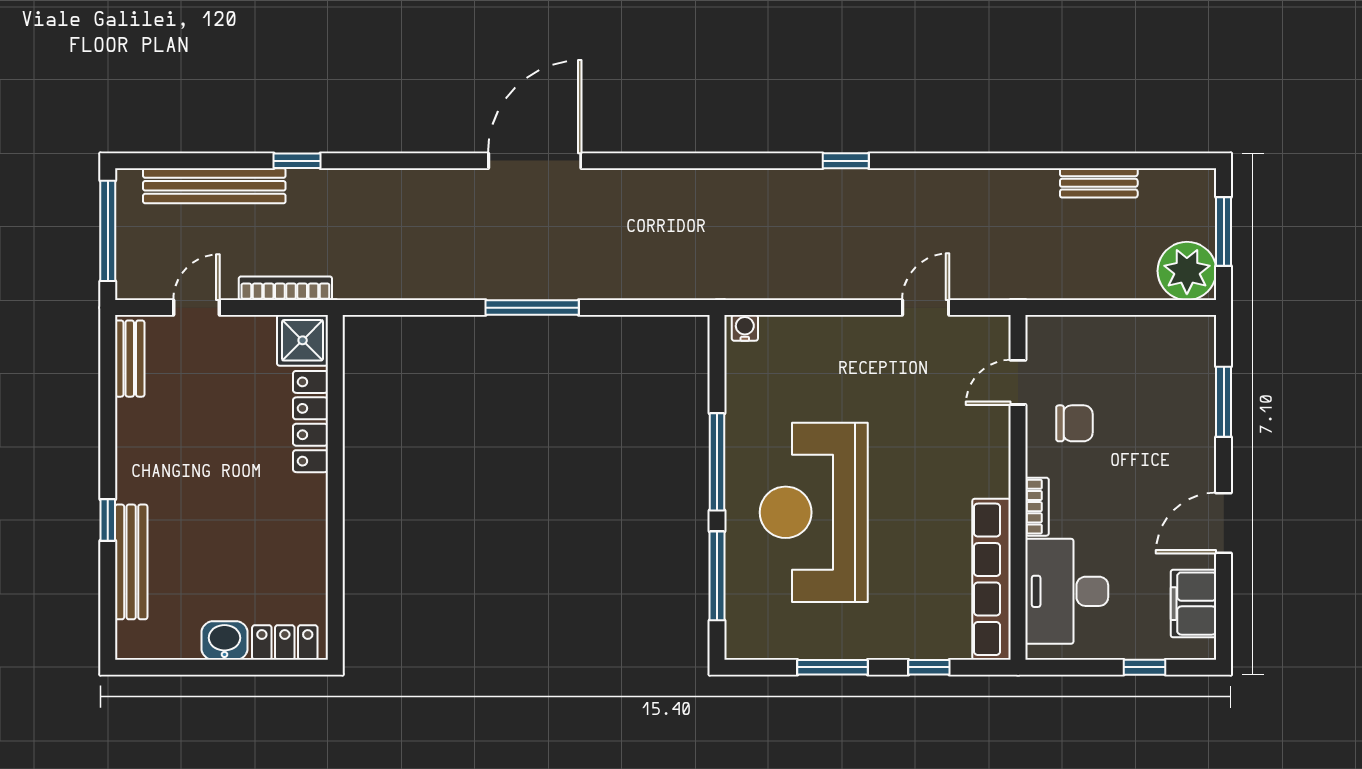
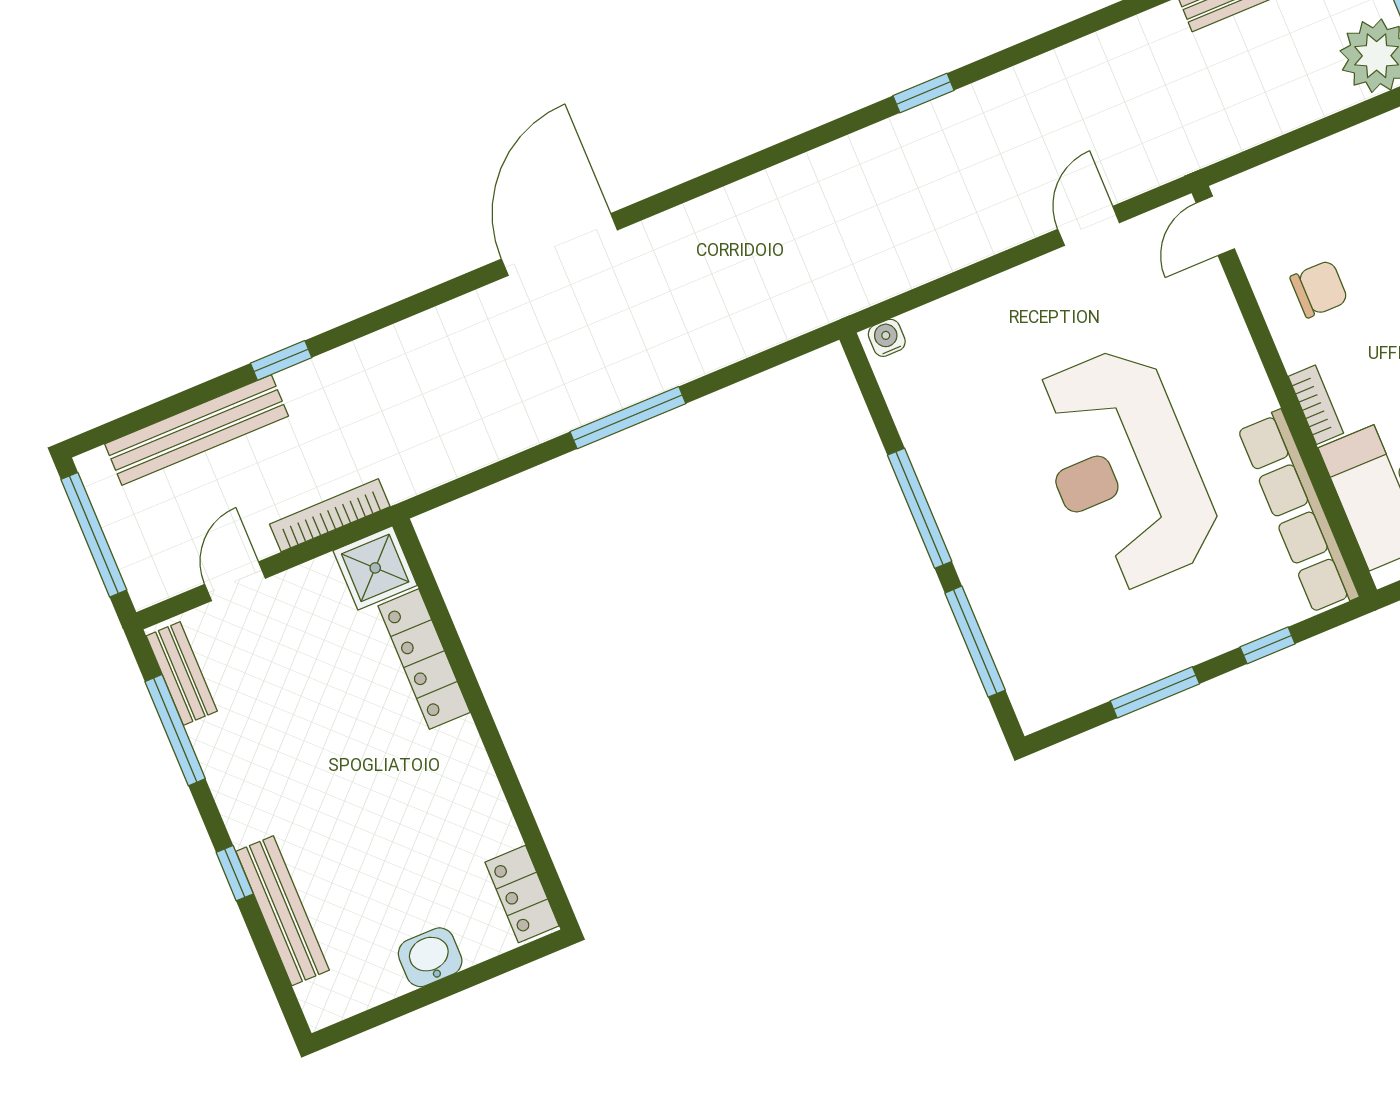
door: (1018, 382) -> (1215, 226), moved
window: (108, 398) -> (175, 730), added
reception desk: (814, 512) -> (1124, 469), moved
locker: (285, 642) -> (522, 894), moved, turned -90

